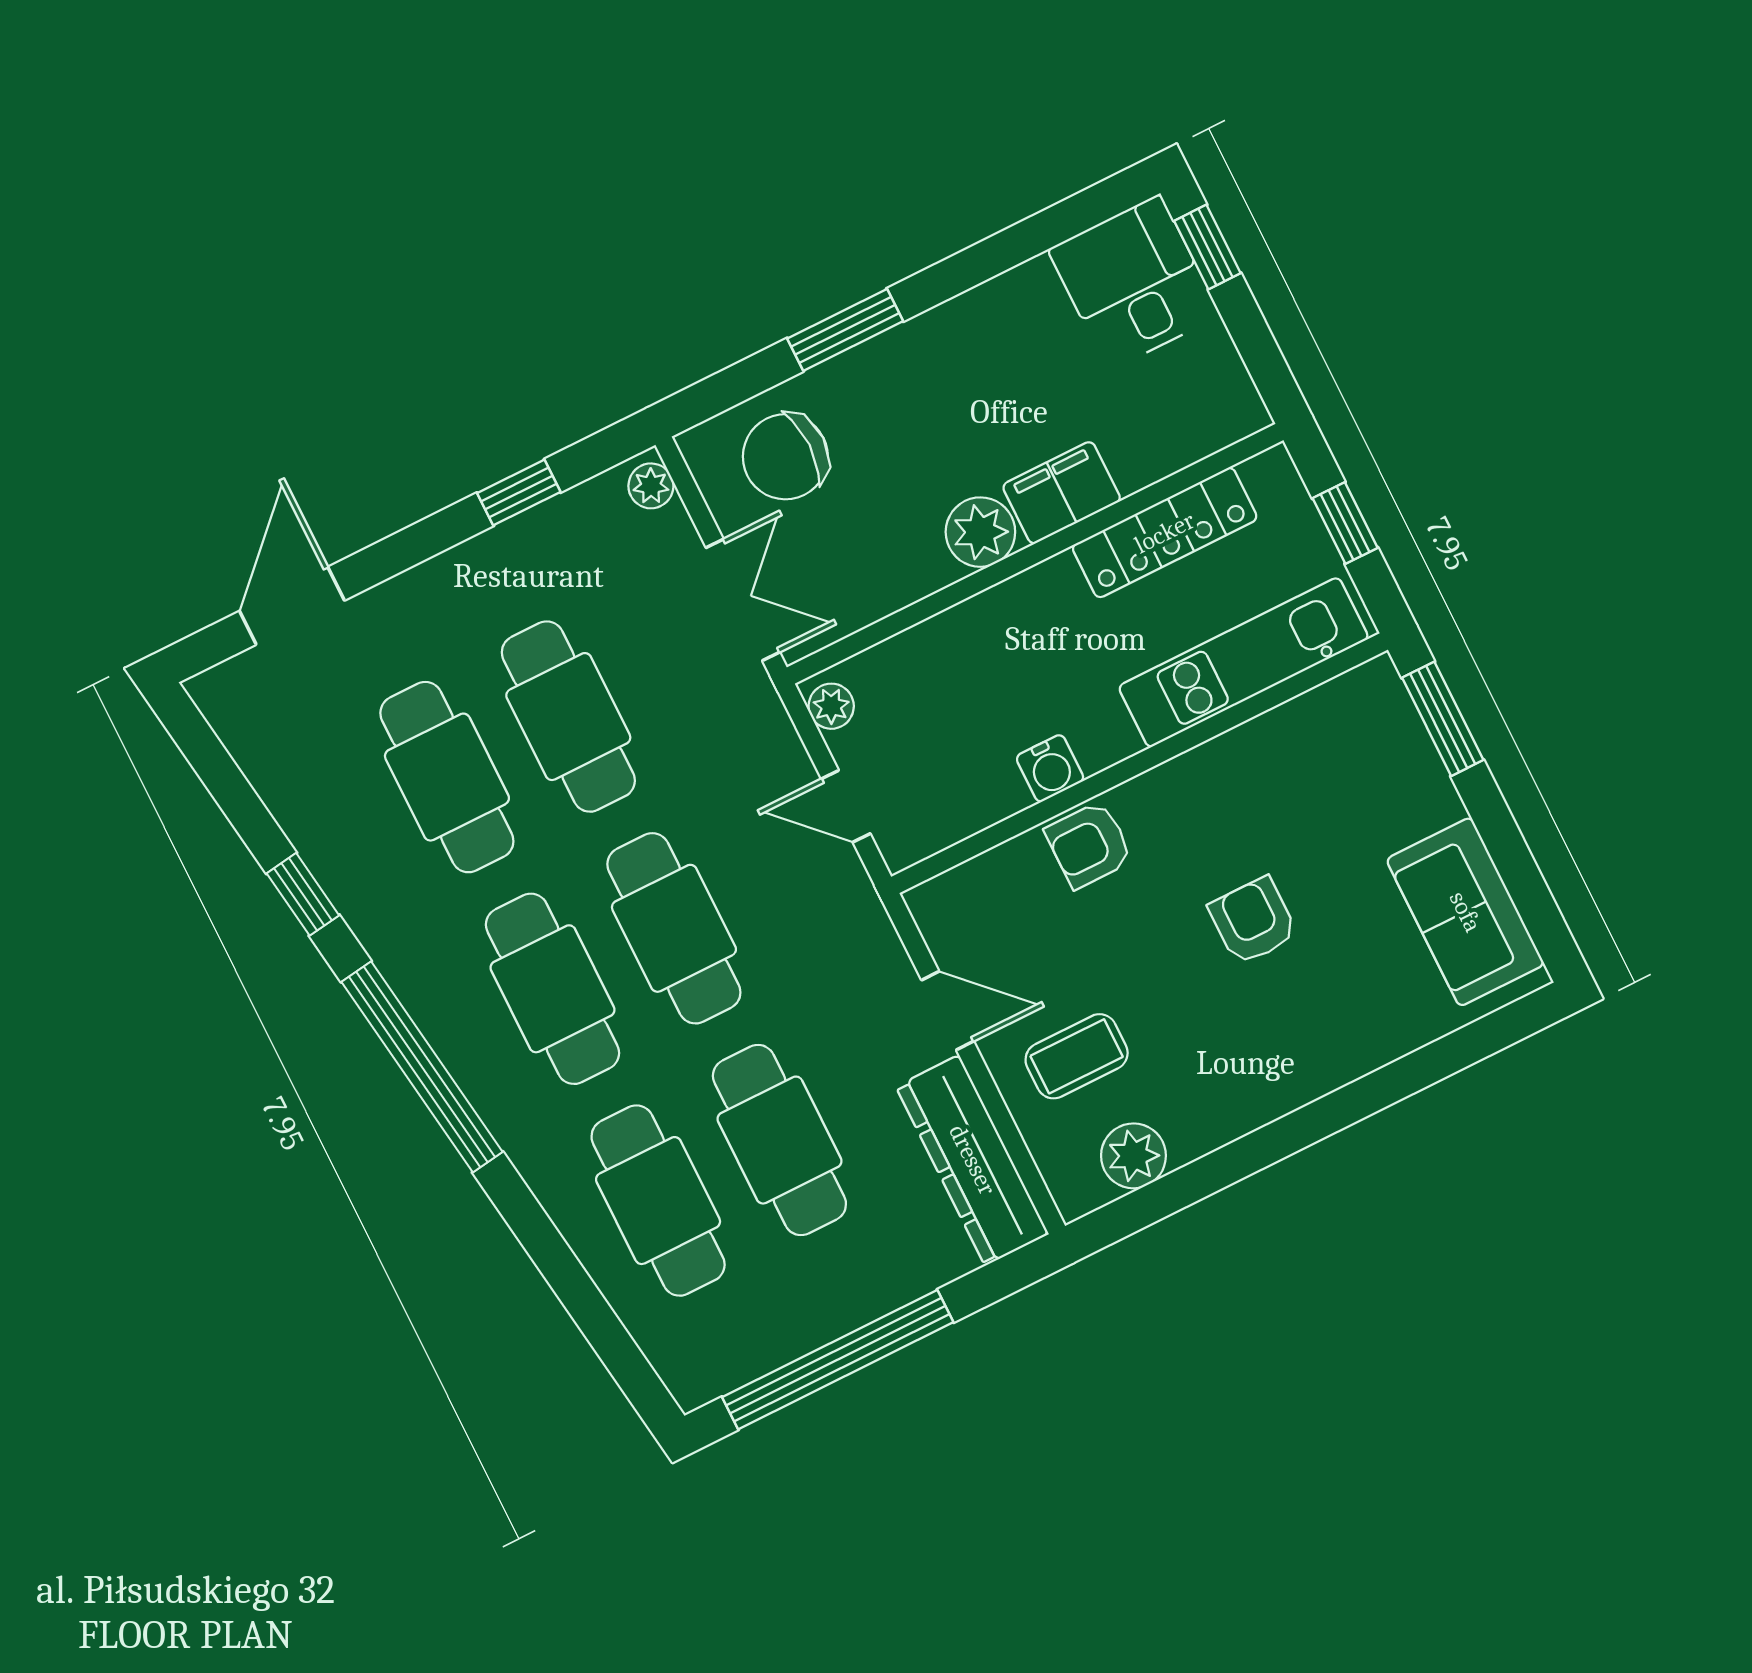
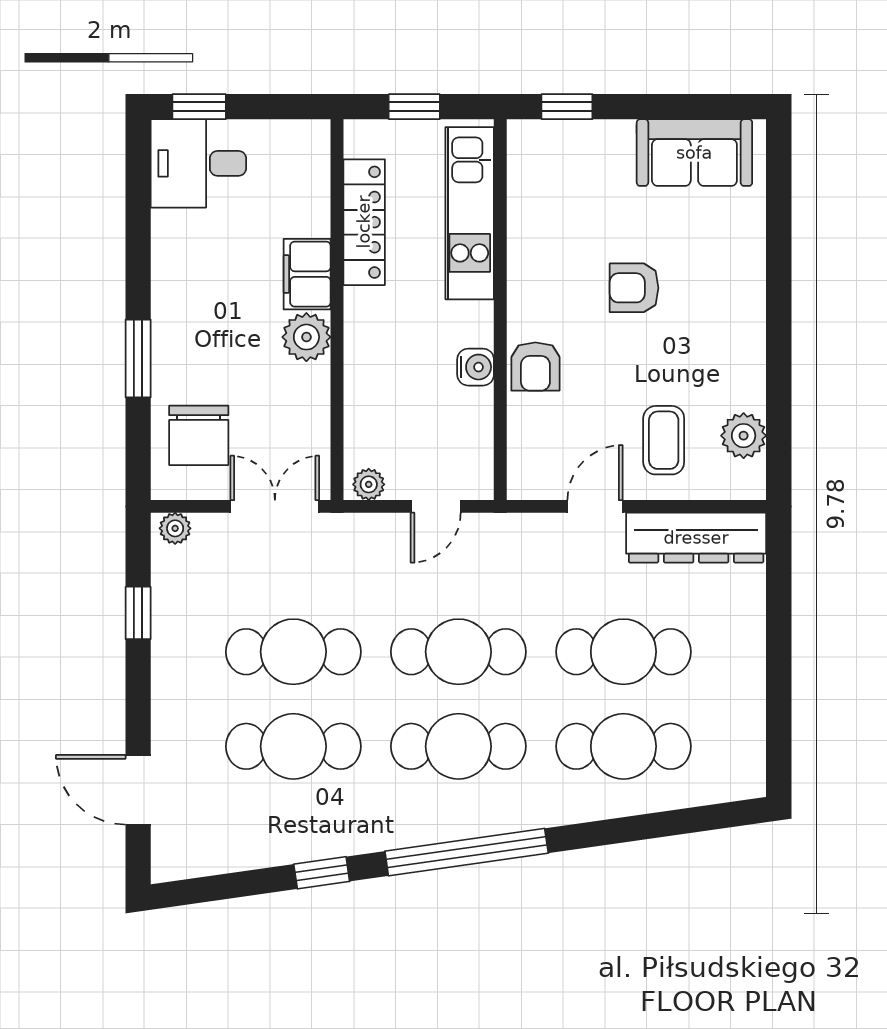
window: (1443, 719) -> (567, 107), width x0.67
window: (838, 1360) -> (779, 684), removed

